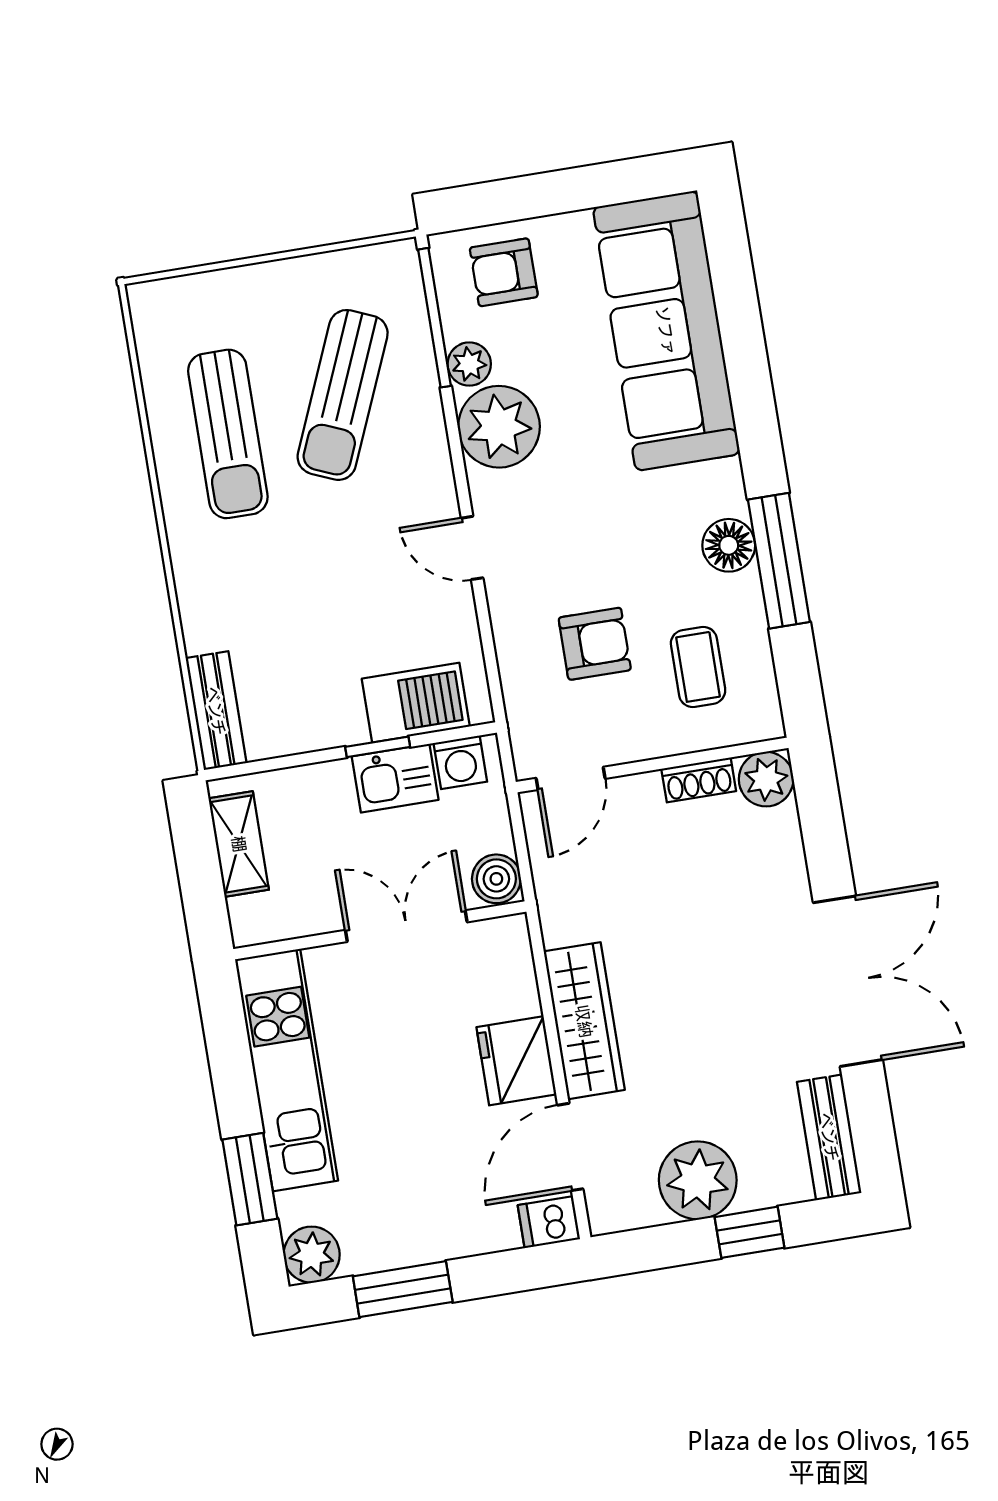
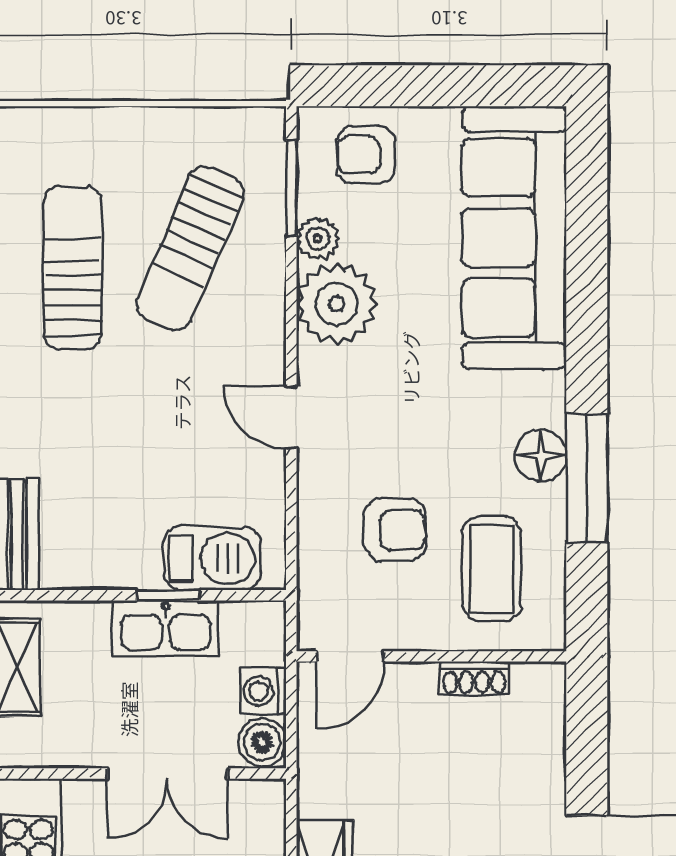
window: (434, 318) -> (291, 188), width x0.69
sun lounger: (228, 434) -> (72, 268), turned 180
coffee table: (698, 667) -> (491, 569), width x1.36, depth x1.30
washing machine: (460, 762) -> (263, 691), moved, turned 90
kitchen sink: (395, 778) -> (166, 628), width x1.38
plant: (766, 779) -> (540, 688), removed
double door: (406, 926) -> (167, 774), swing flipped

